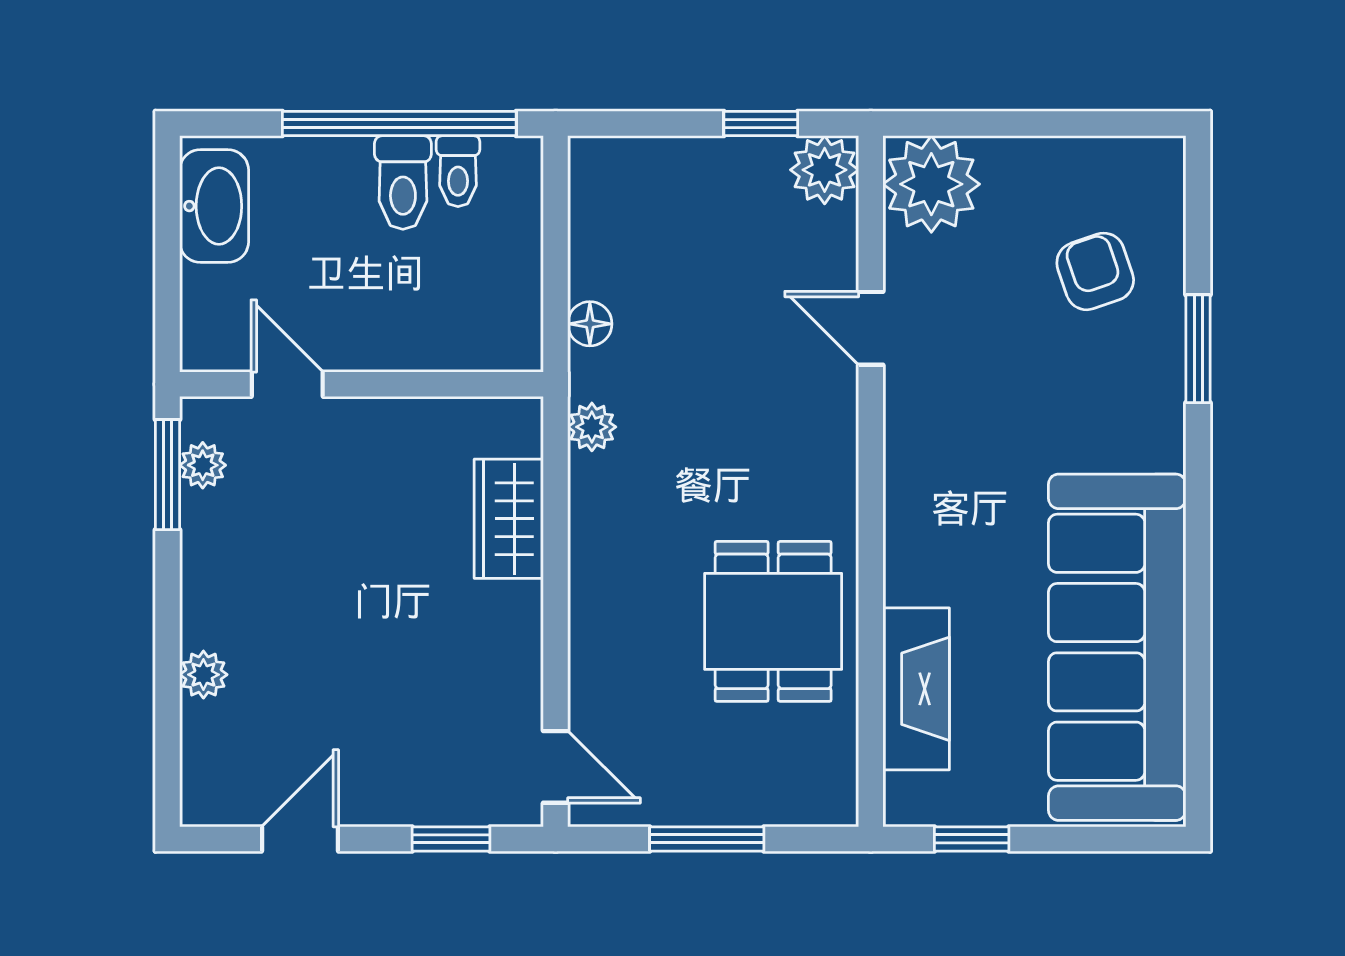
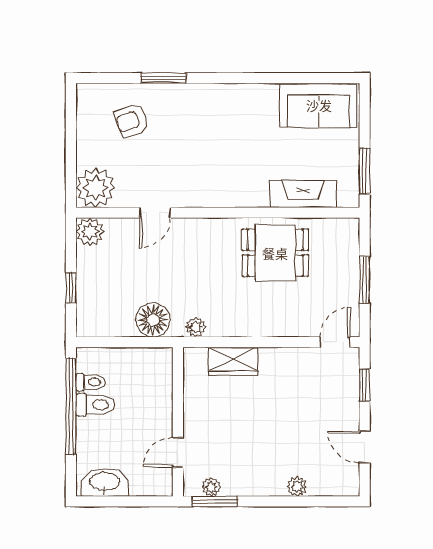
window: (761, 124) -> (71, 288), moved
floor lamp: (590, 324) -> (153, 320), width x1.89, depth x1.89
sofa: (1117, 647) -> (319, 105), width x0.54, depth x0.79
window: (972, 839) -> (365, 171), width x1.50

